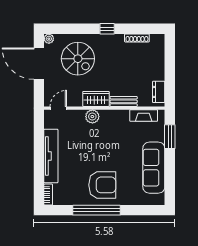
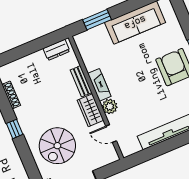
spiral stairs: (78, 59) -> (57, 146), turned 180
door: (58, 108) -> (111, 133), moved
fireplace: (144, 115) -> (99, 85), moved

